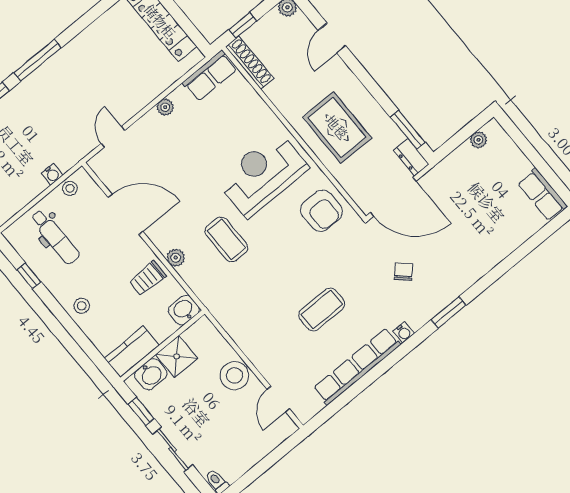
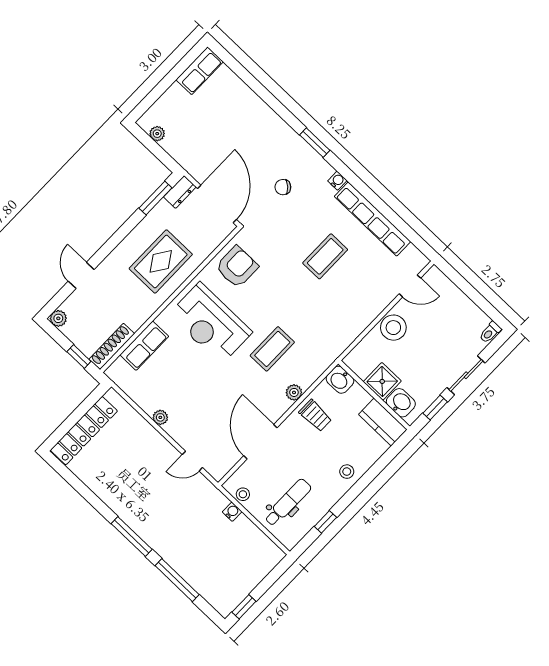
door: (332, 38) -> (81, 275), swing flipped
row of seats: (210, 76) -> (144, 346), moved, turned 90
coffee table: (322, 309) -> (325, 256), turned 90

